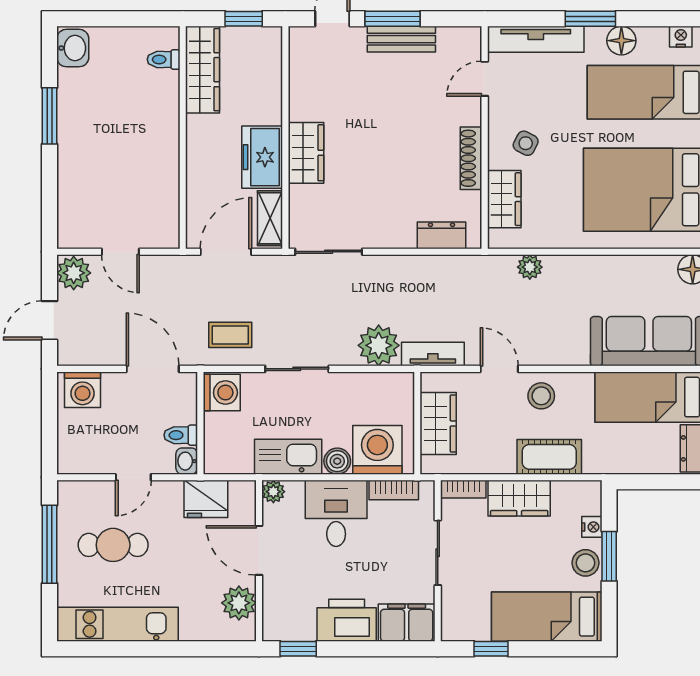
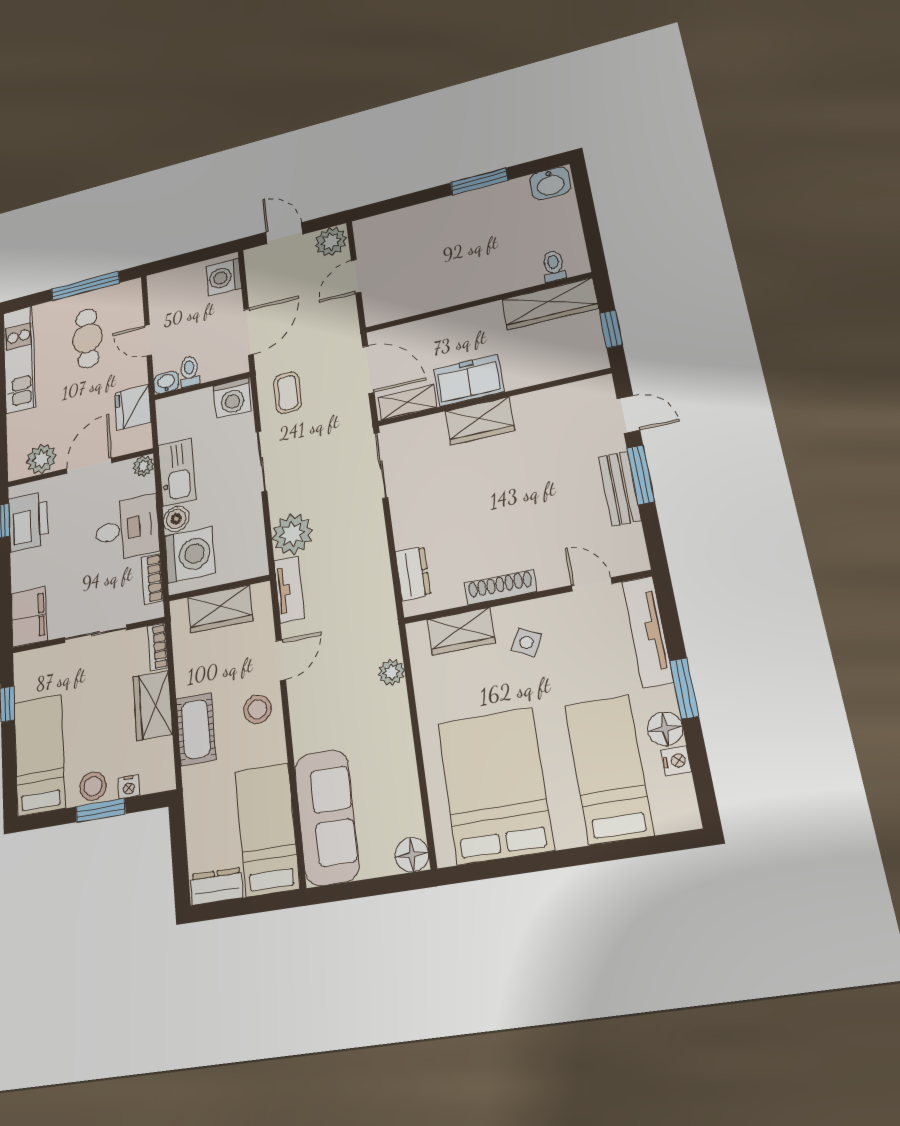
nightstand: (681, 37) -> (676, 761), moved
printer: (347, 620) -> (28, 521), moved

